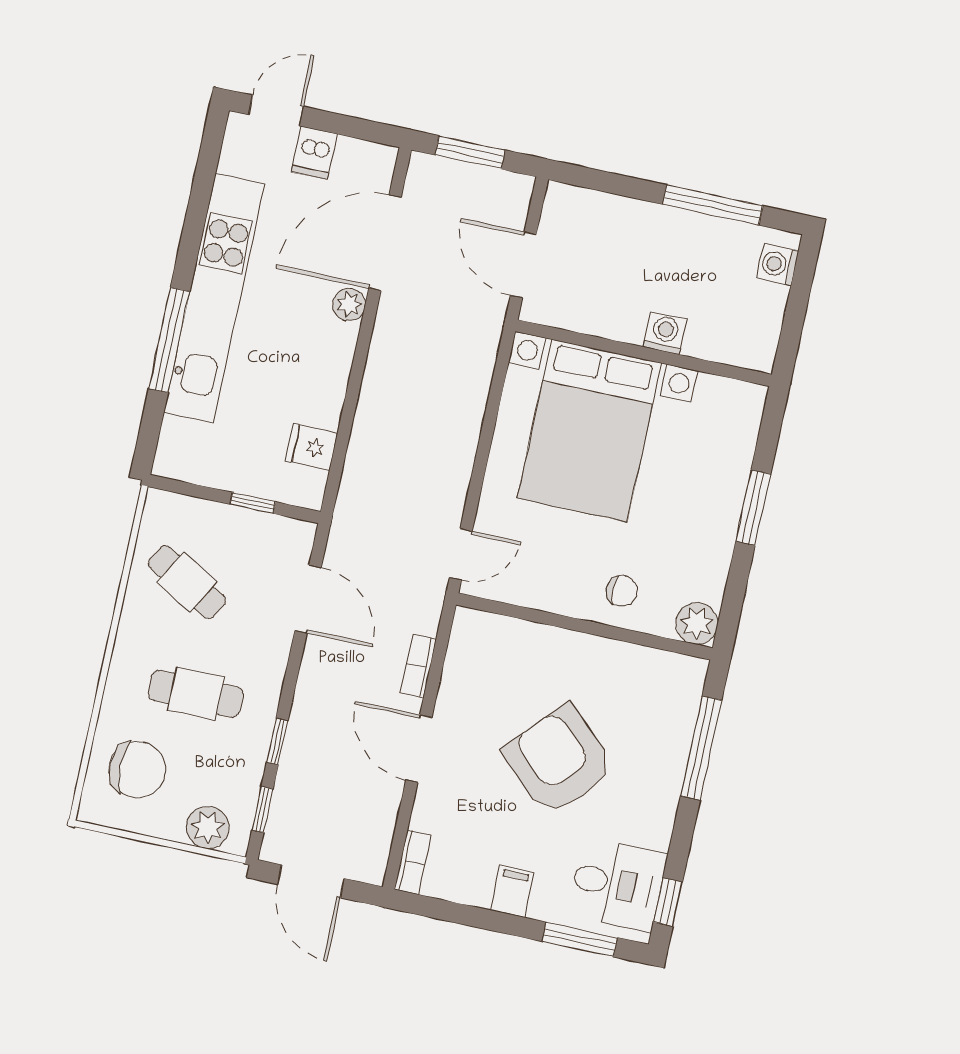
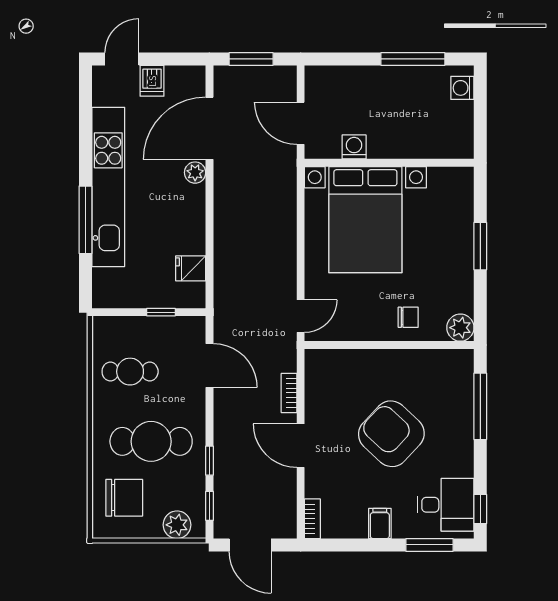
washing machine: (665, 333) -> (354, 147), moved
cafe table: (187, 582) -> (130, 372), turned -30
cafe table: (196, 694) -> (151, 441), width x1.37, depth x1.35

